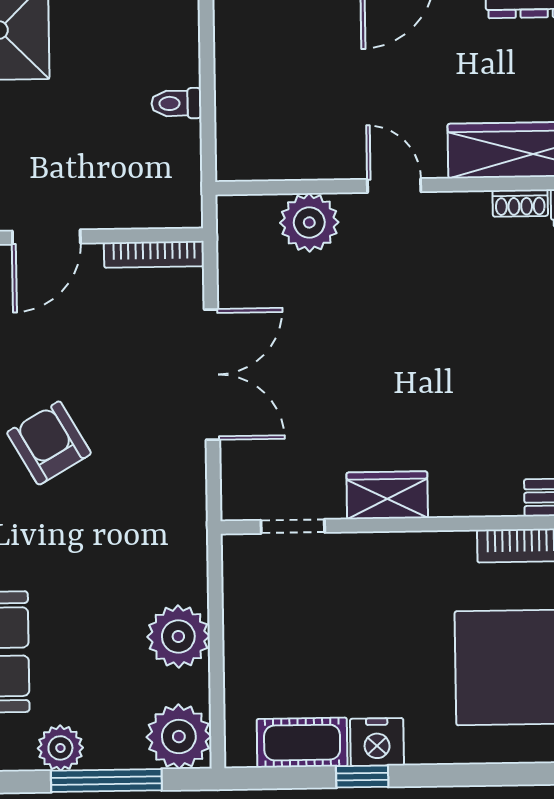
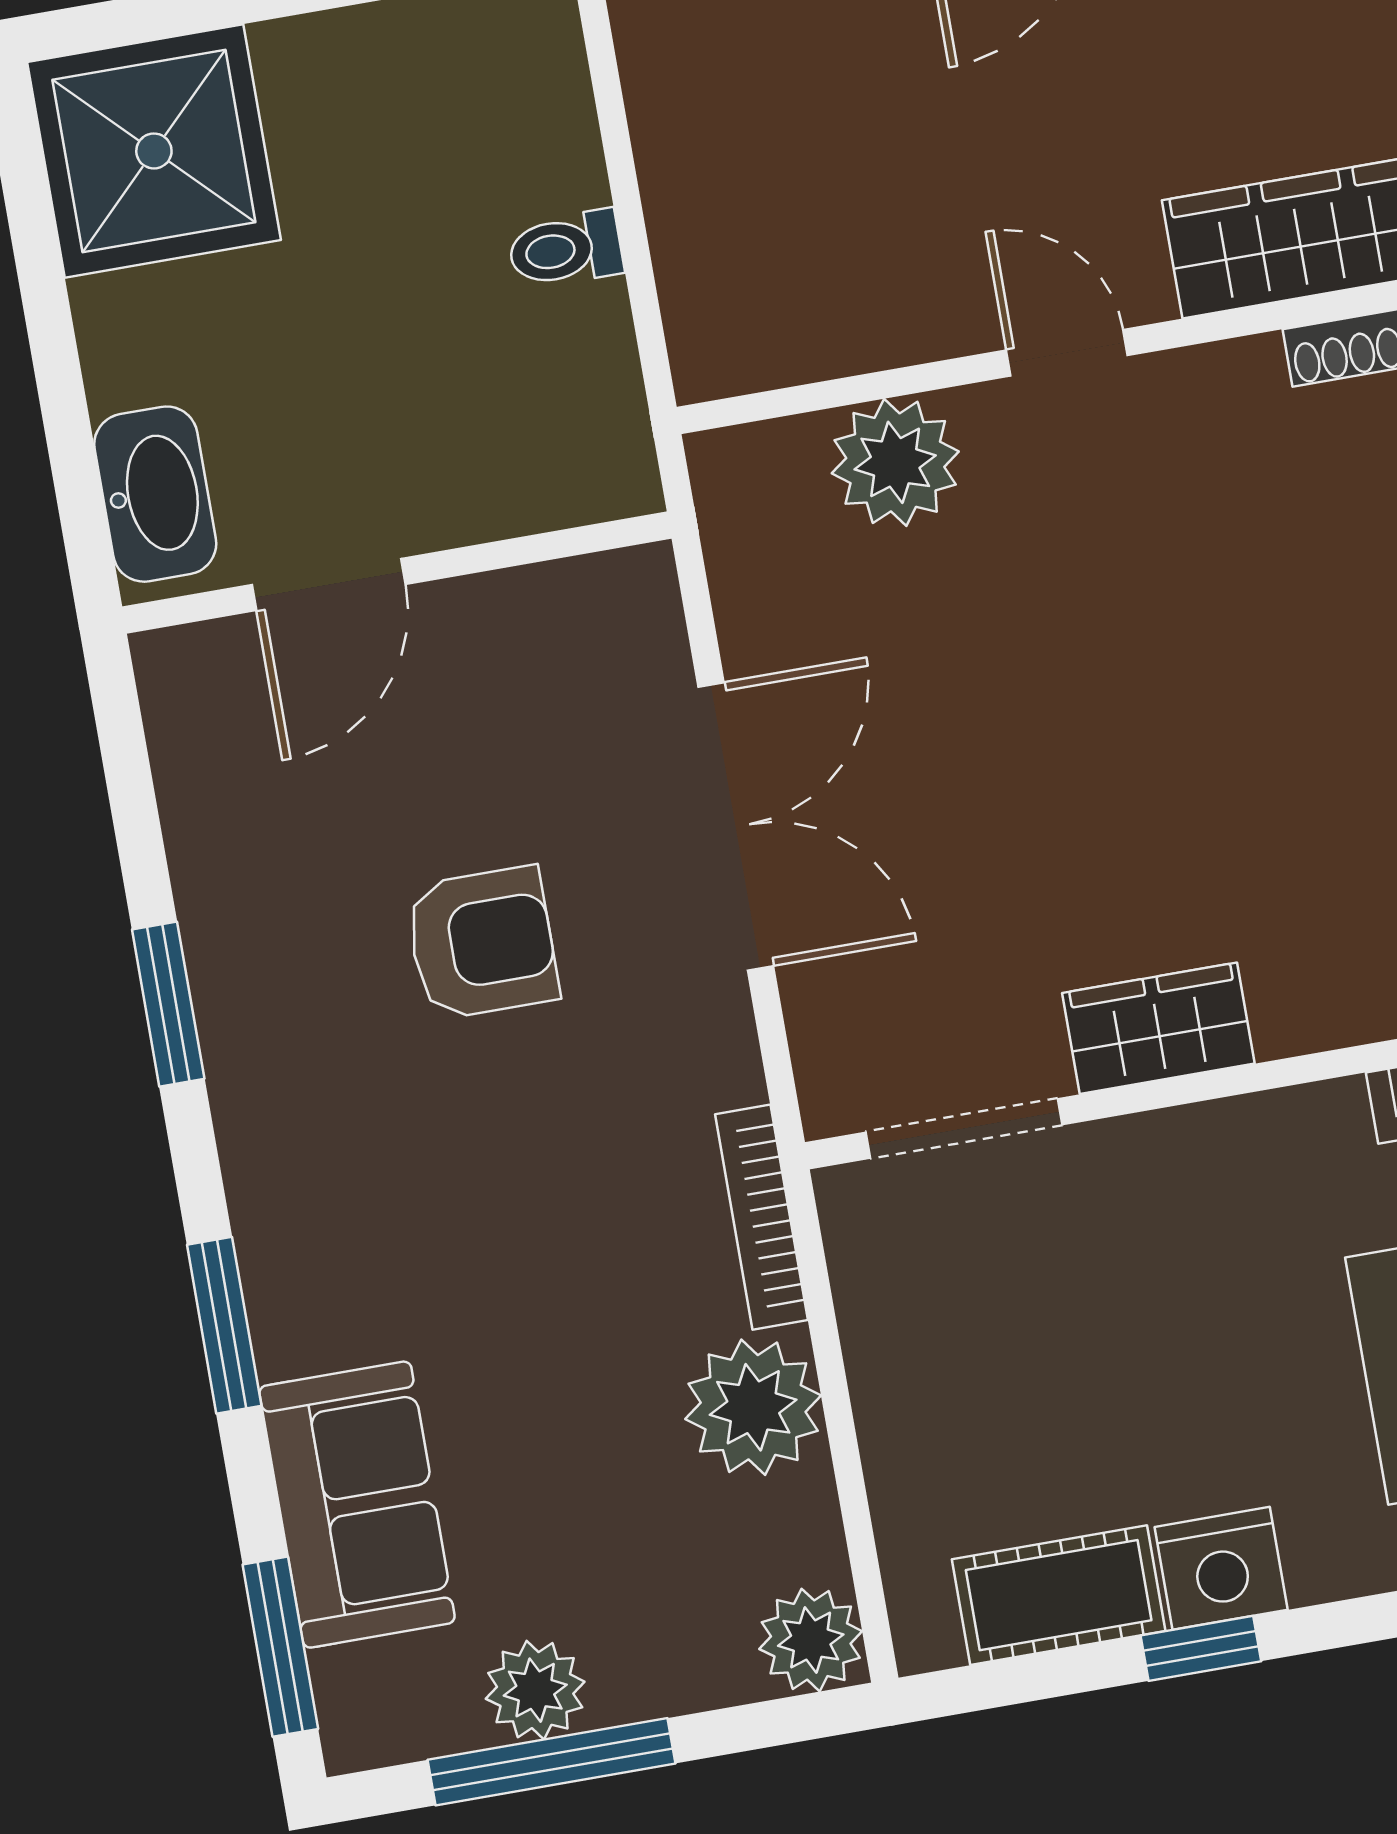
bookcase: (154, 254) -> (762, 1217), moved, turned 90
armchair: (49, 443) -> (482, 943), moved, turned 120
doorway: (293, 526) -> (964, 1128), width x1.38
plant: (179, 737) -> (811, 1640), width x0.73, depth x0.73
window: (106, 781) -> (552, 1762), moved

